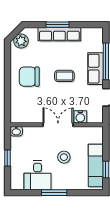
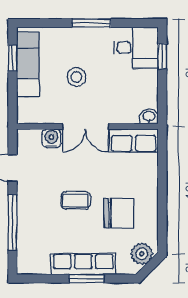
row of seats: (96, 69) -> (134, 141), moved, turned 90
chair: (29, 77) -> (119, 213), moved
window: (7, 158) -> (162, 56), moved
desk: (37, 175) -> (136, 48), moved, turned 90

